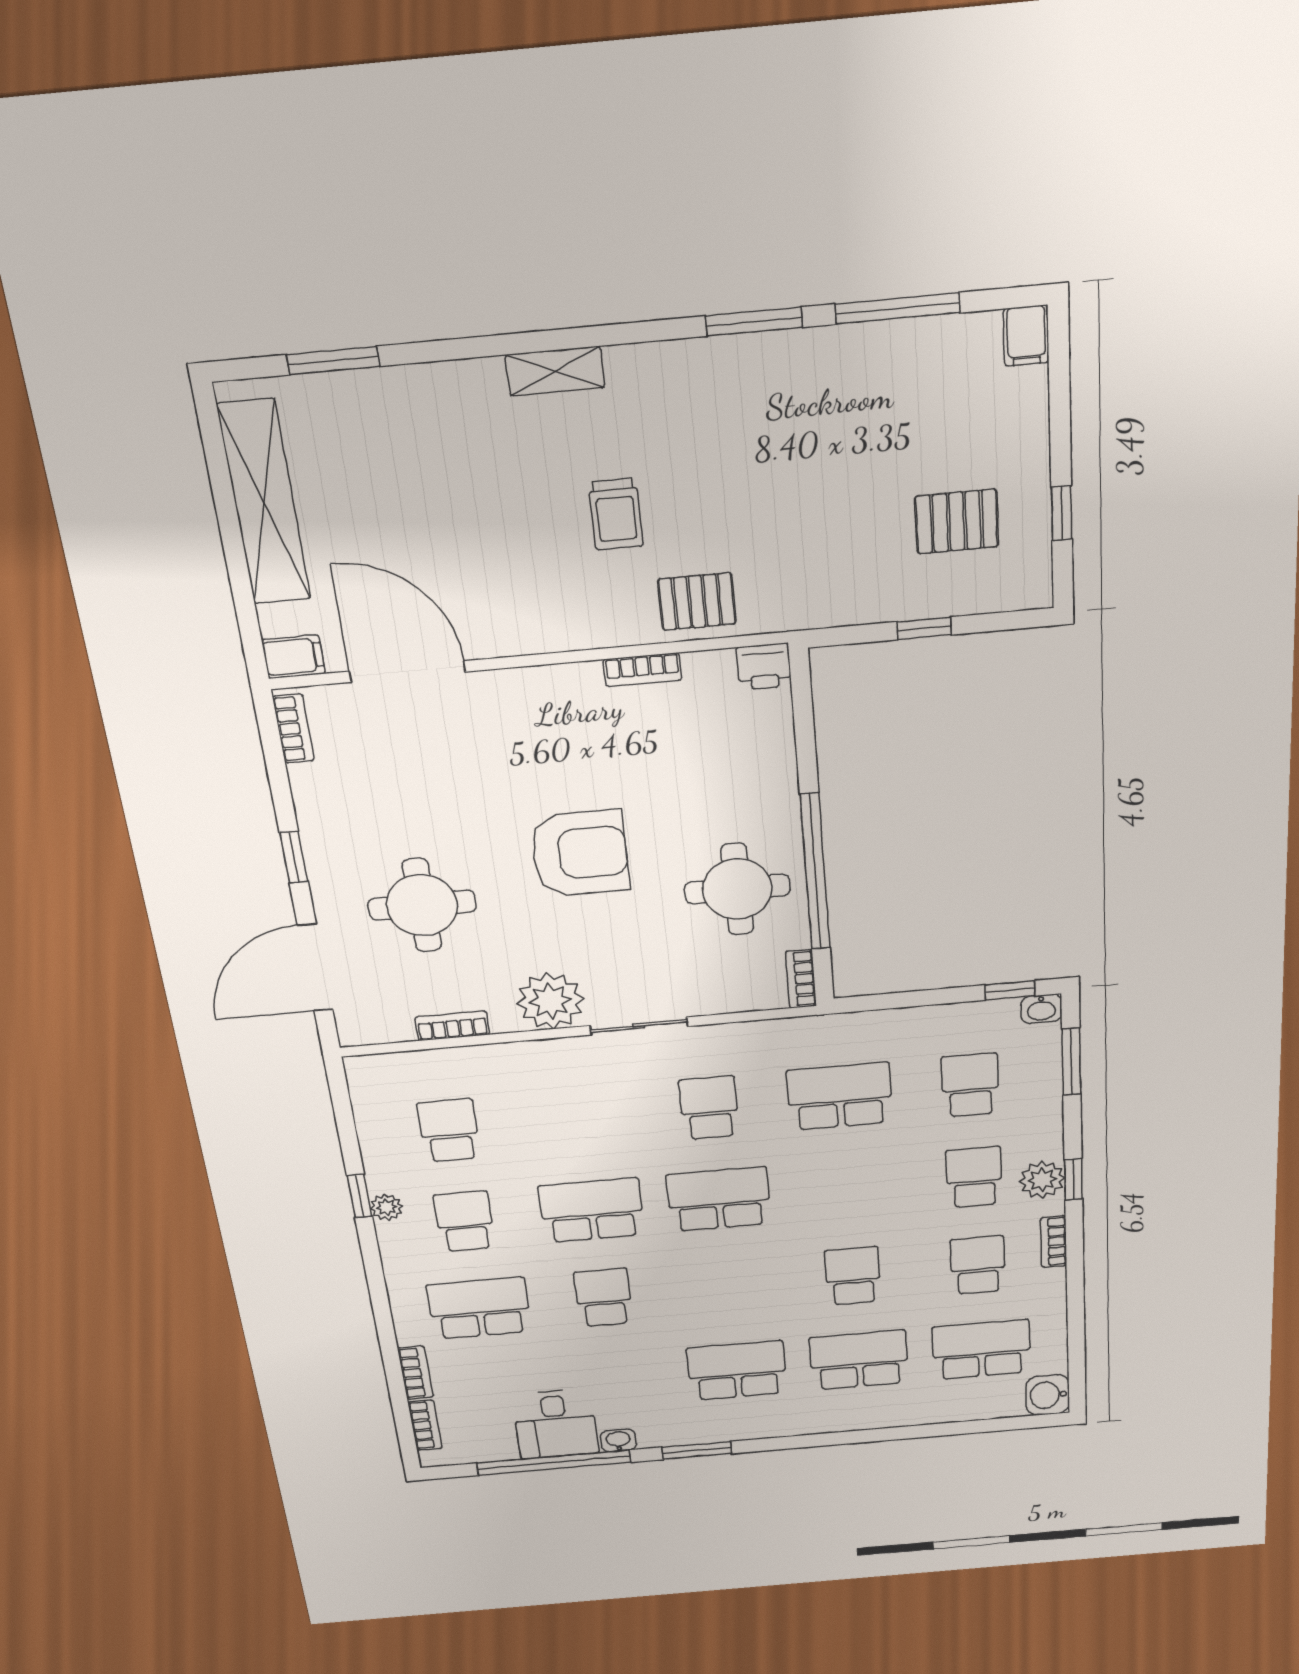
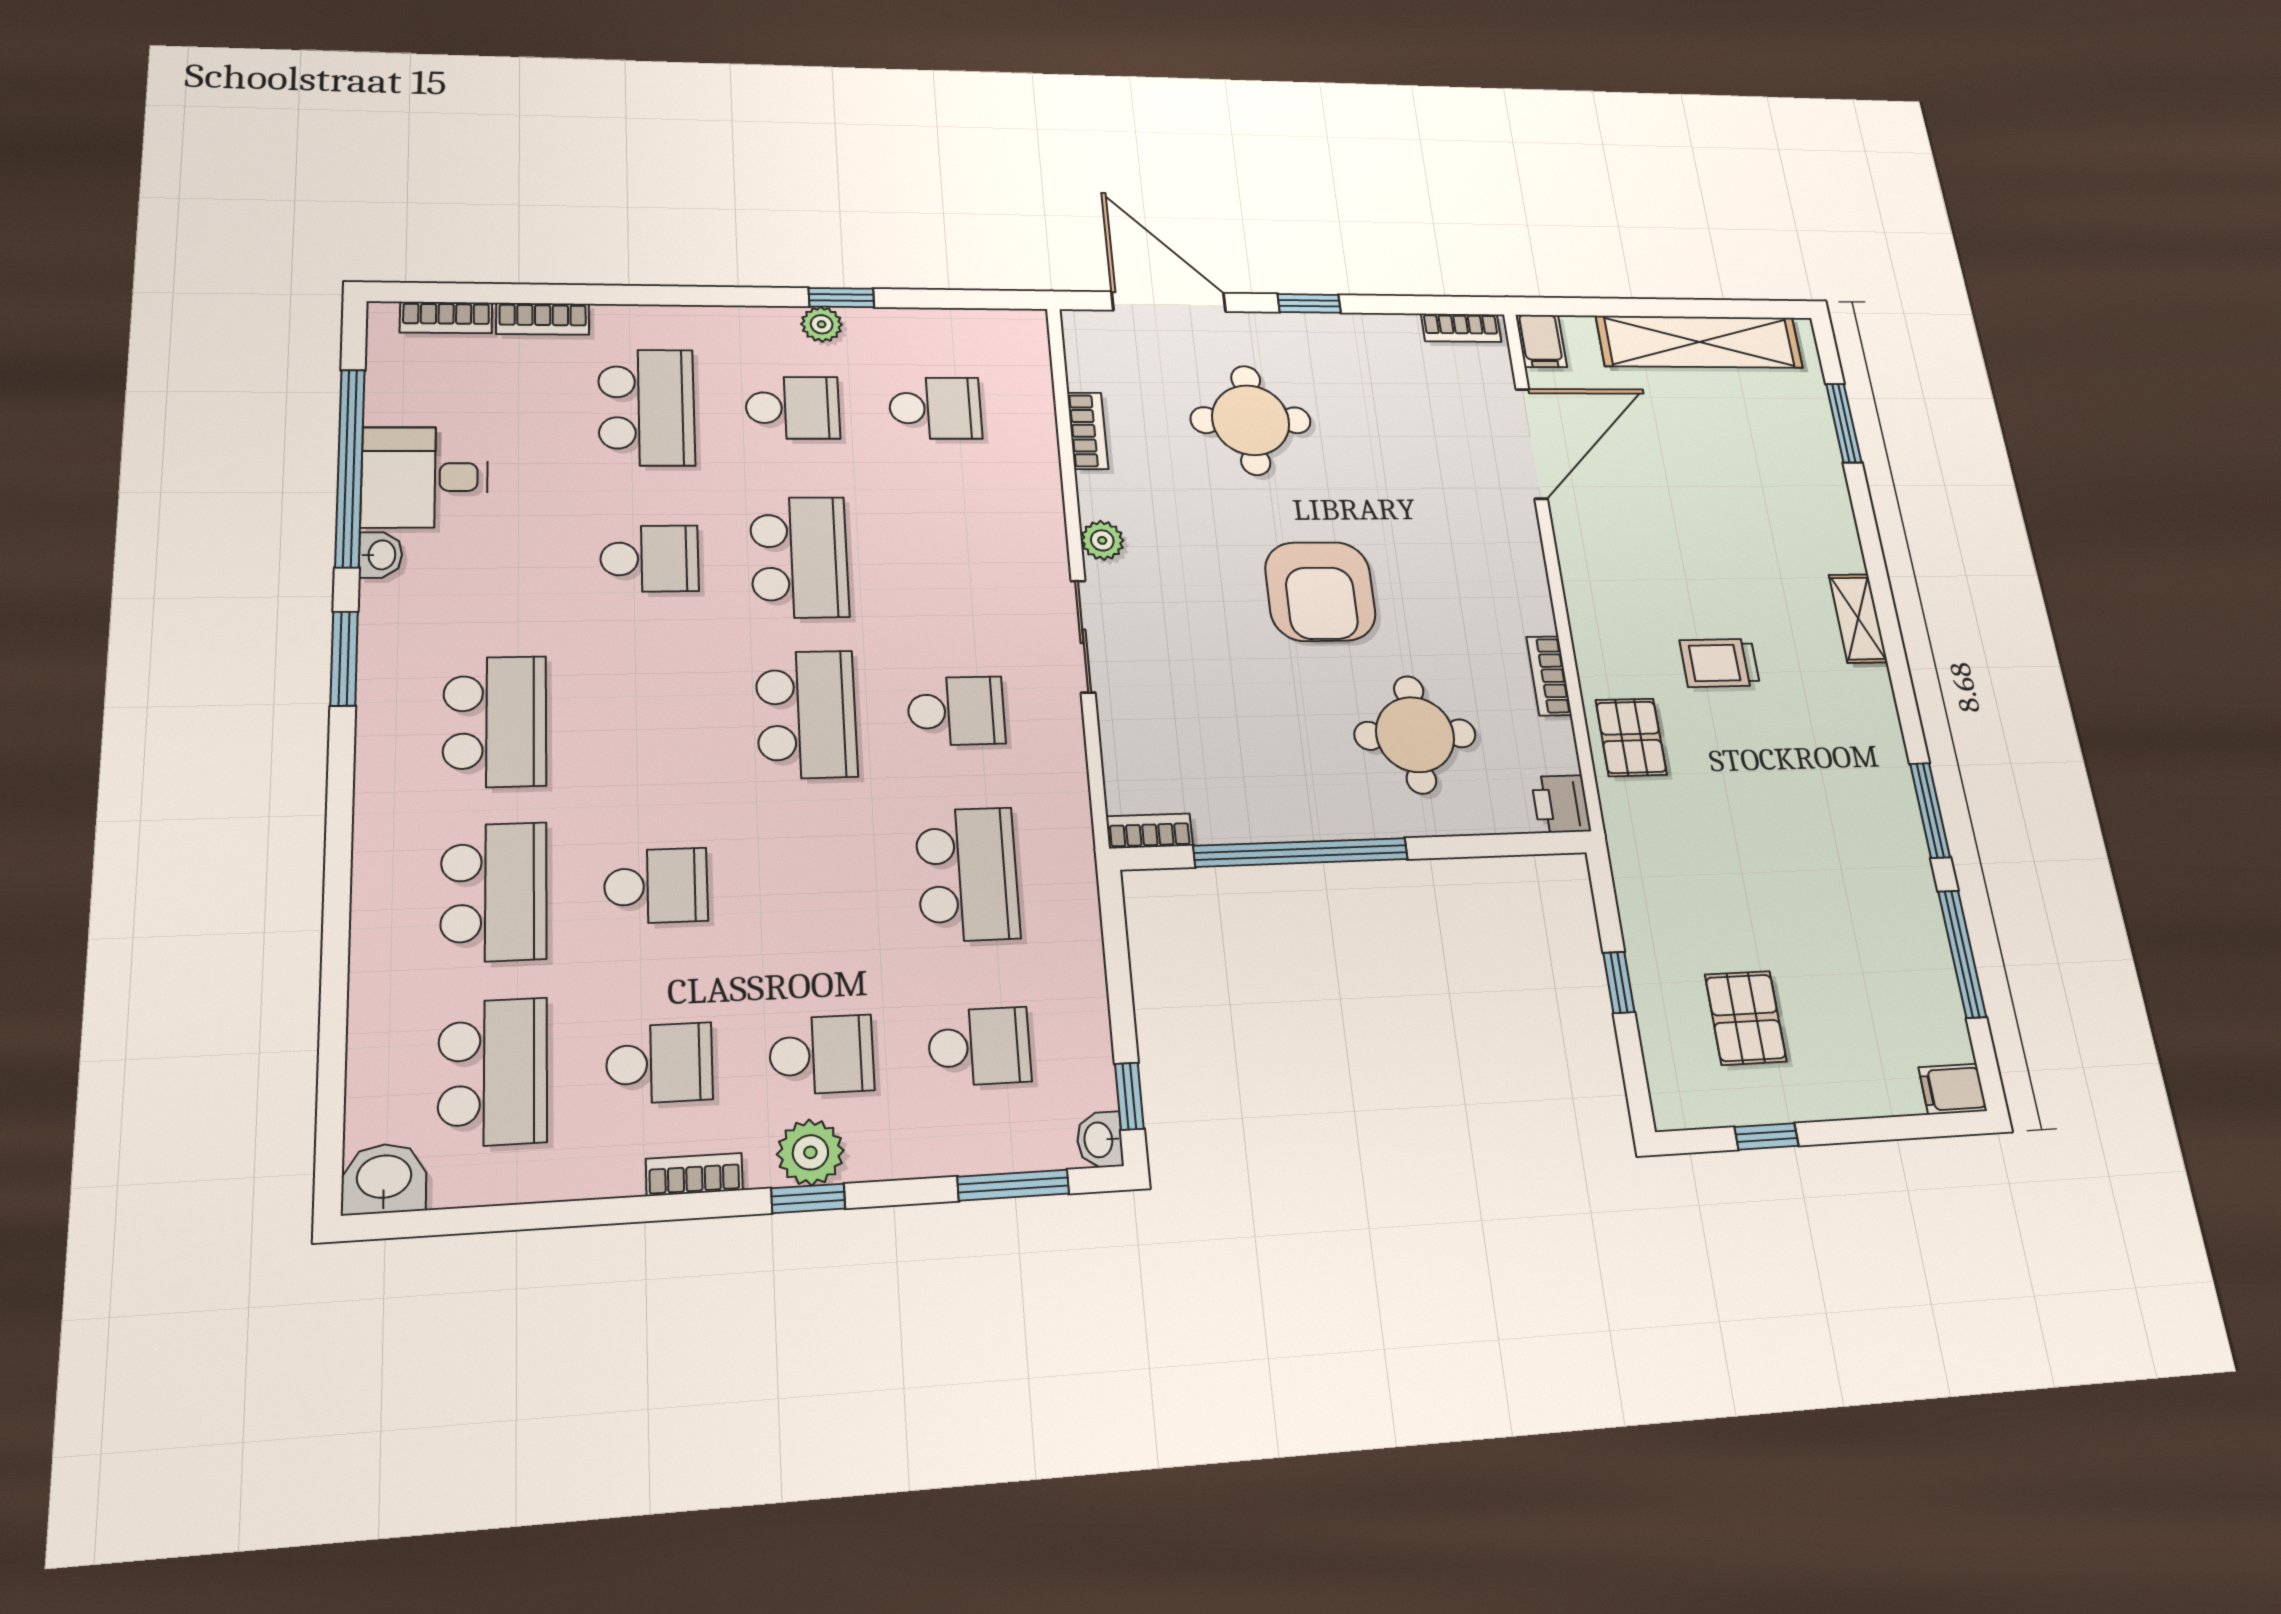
round table: (737, 889) -> (1415, 735), moved
plant: (550, 1001) -> (1102, 540), width x0.53, depth x0.53

